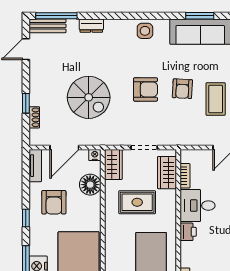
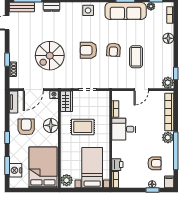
armchair: (146, 89) -> (88, 50), turned 180
spiral stairs: (89, 97) -> (50, 56), turned 90
wardrobe: (167, 173) -> (103, 107), removed
floor lamp: (90, 185) -> (51, 125), moved
armchair: (54, 202) -> (26, 127), turned 180
printer: (188, 232) -> (117, 165), moved

